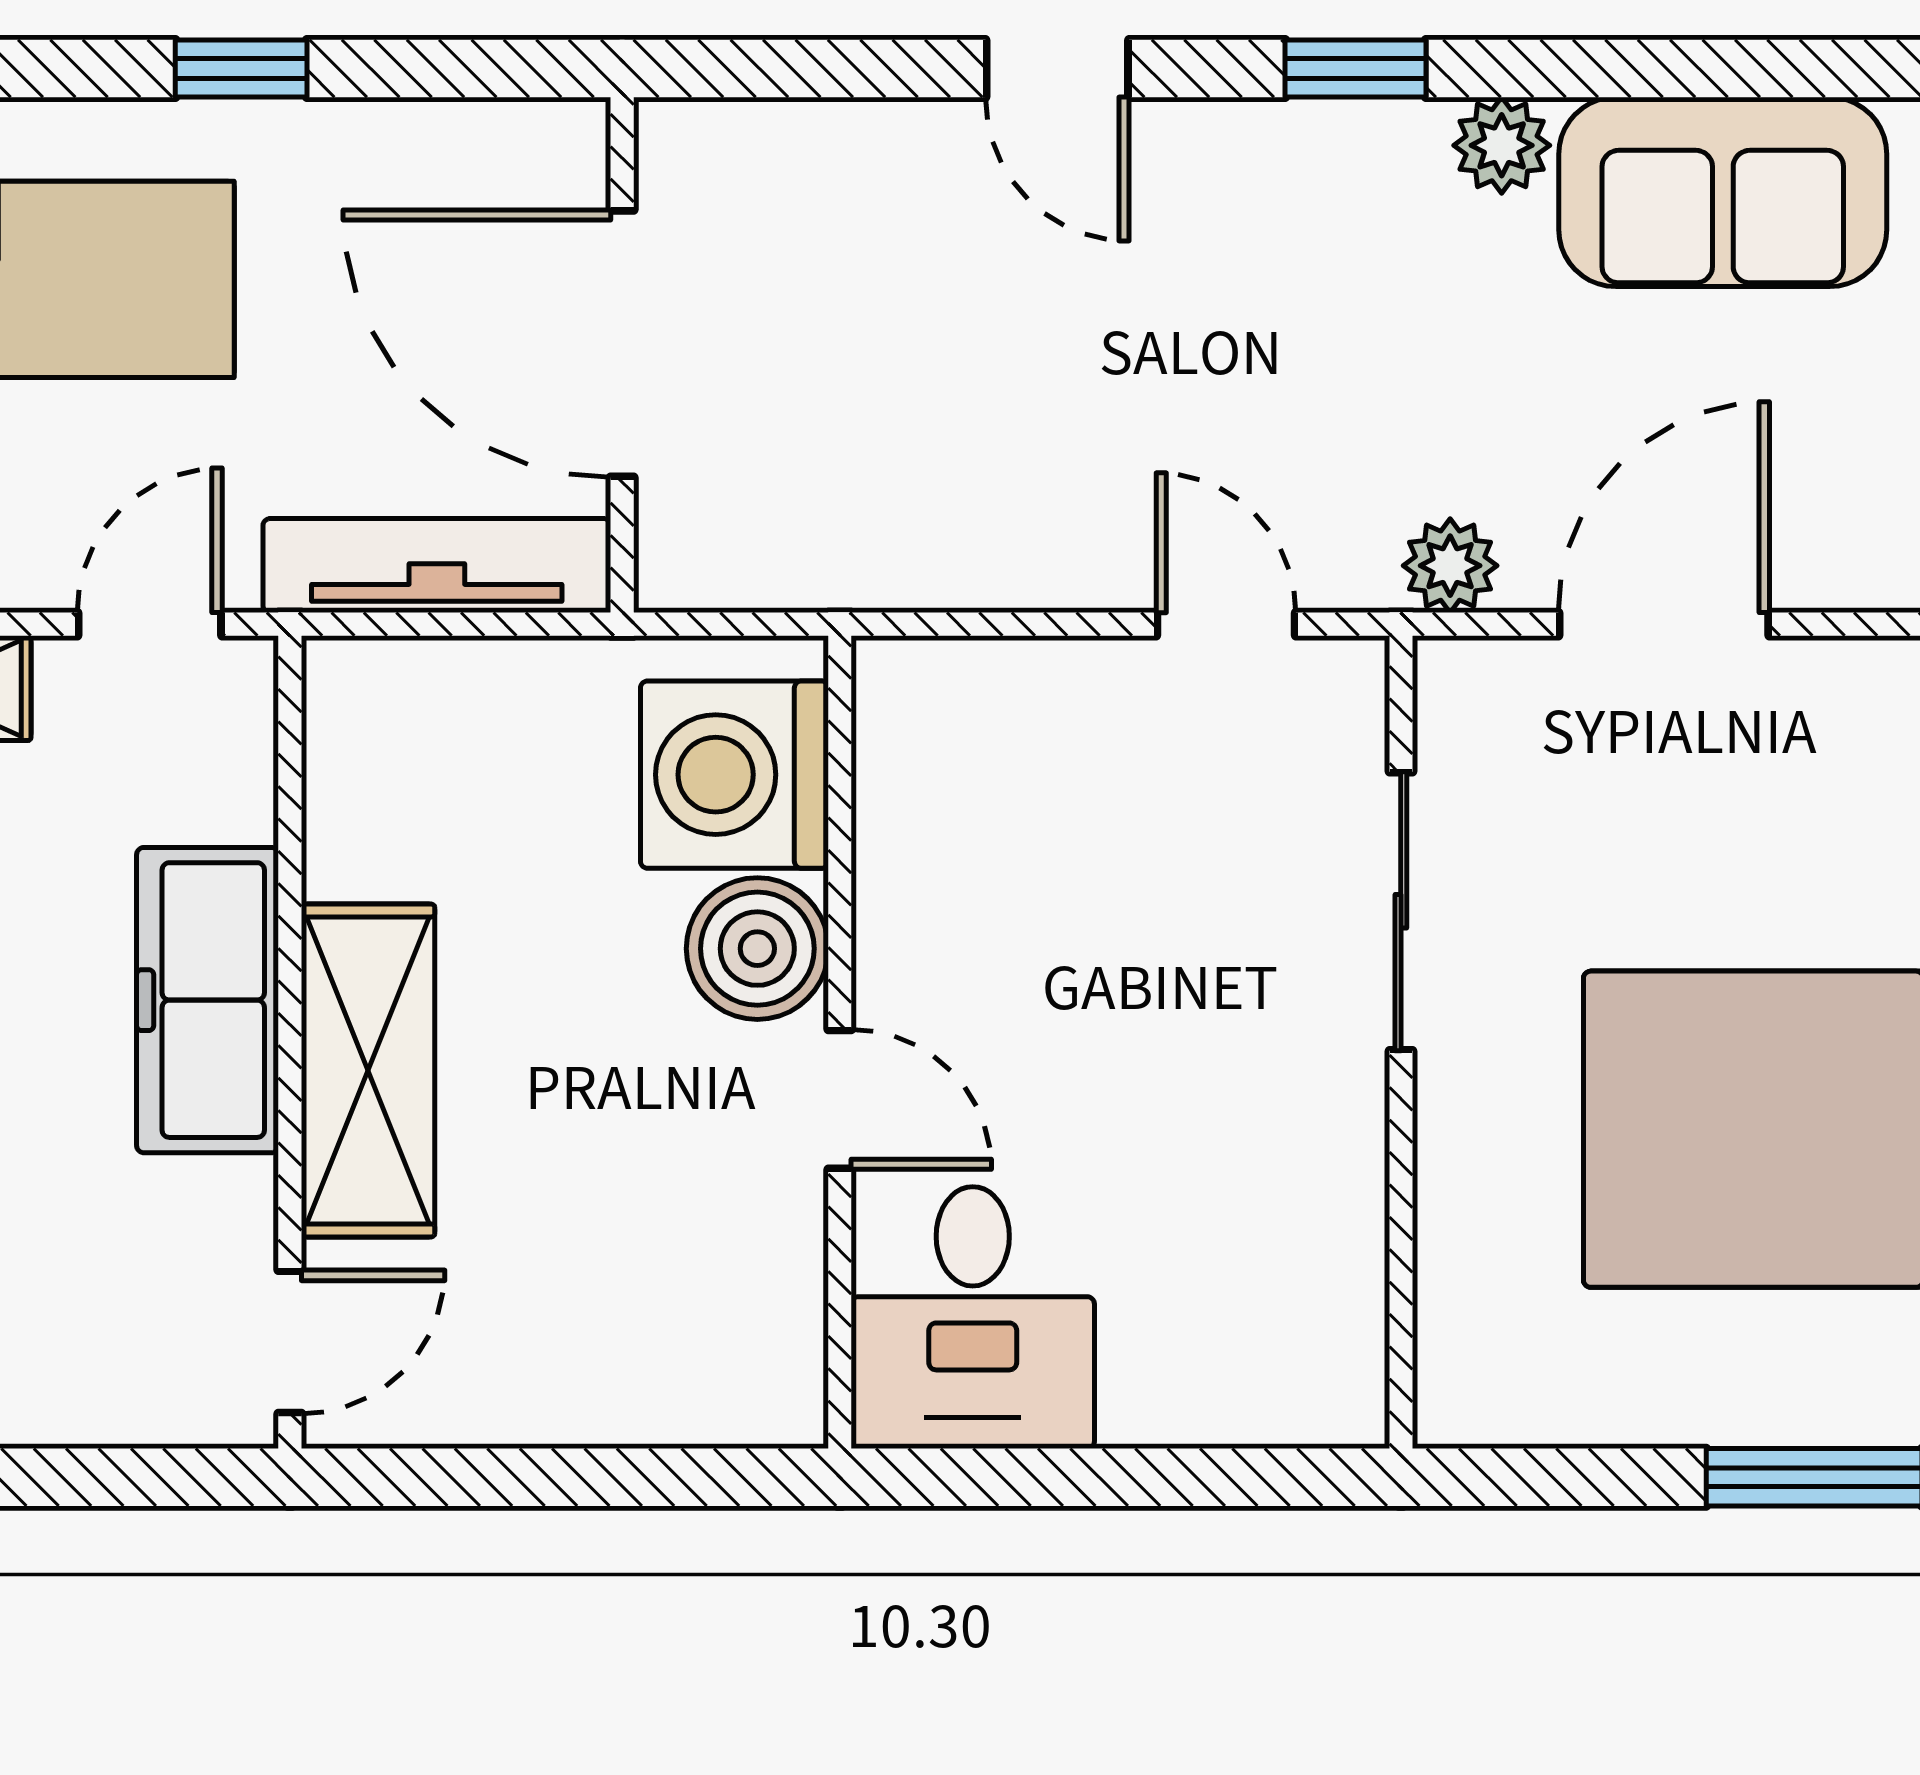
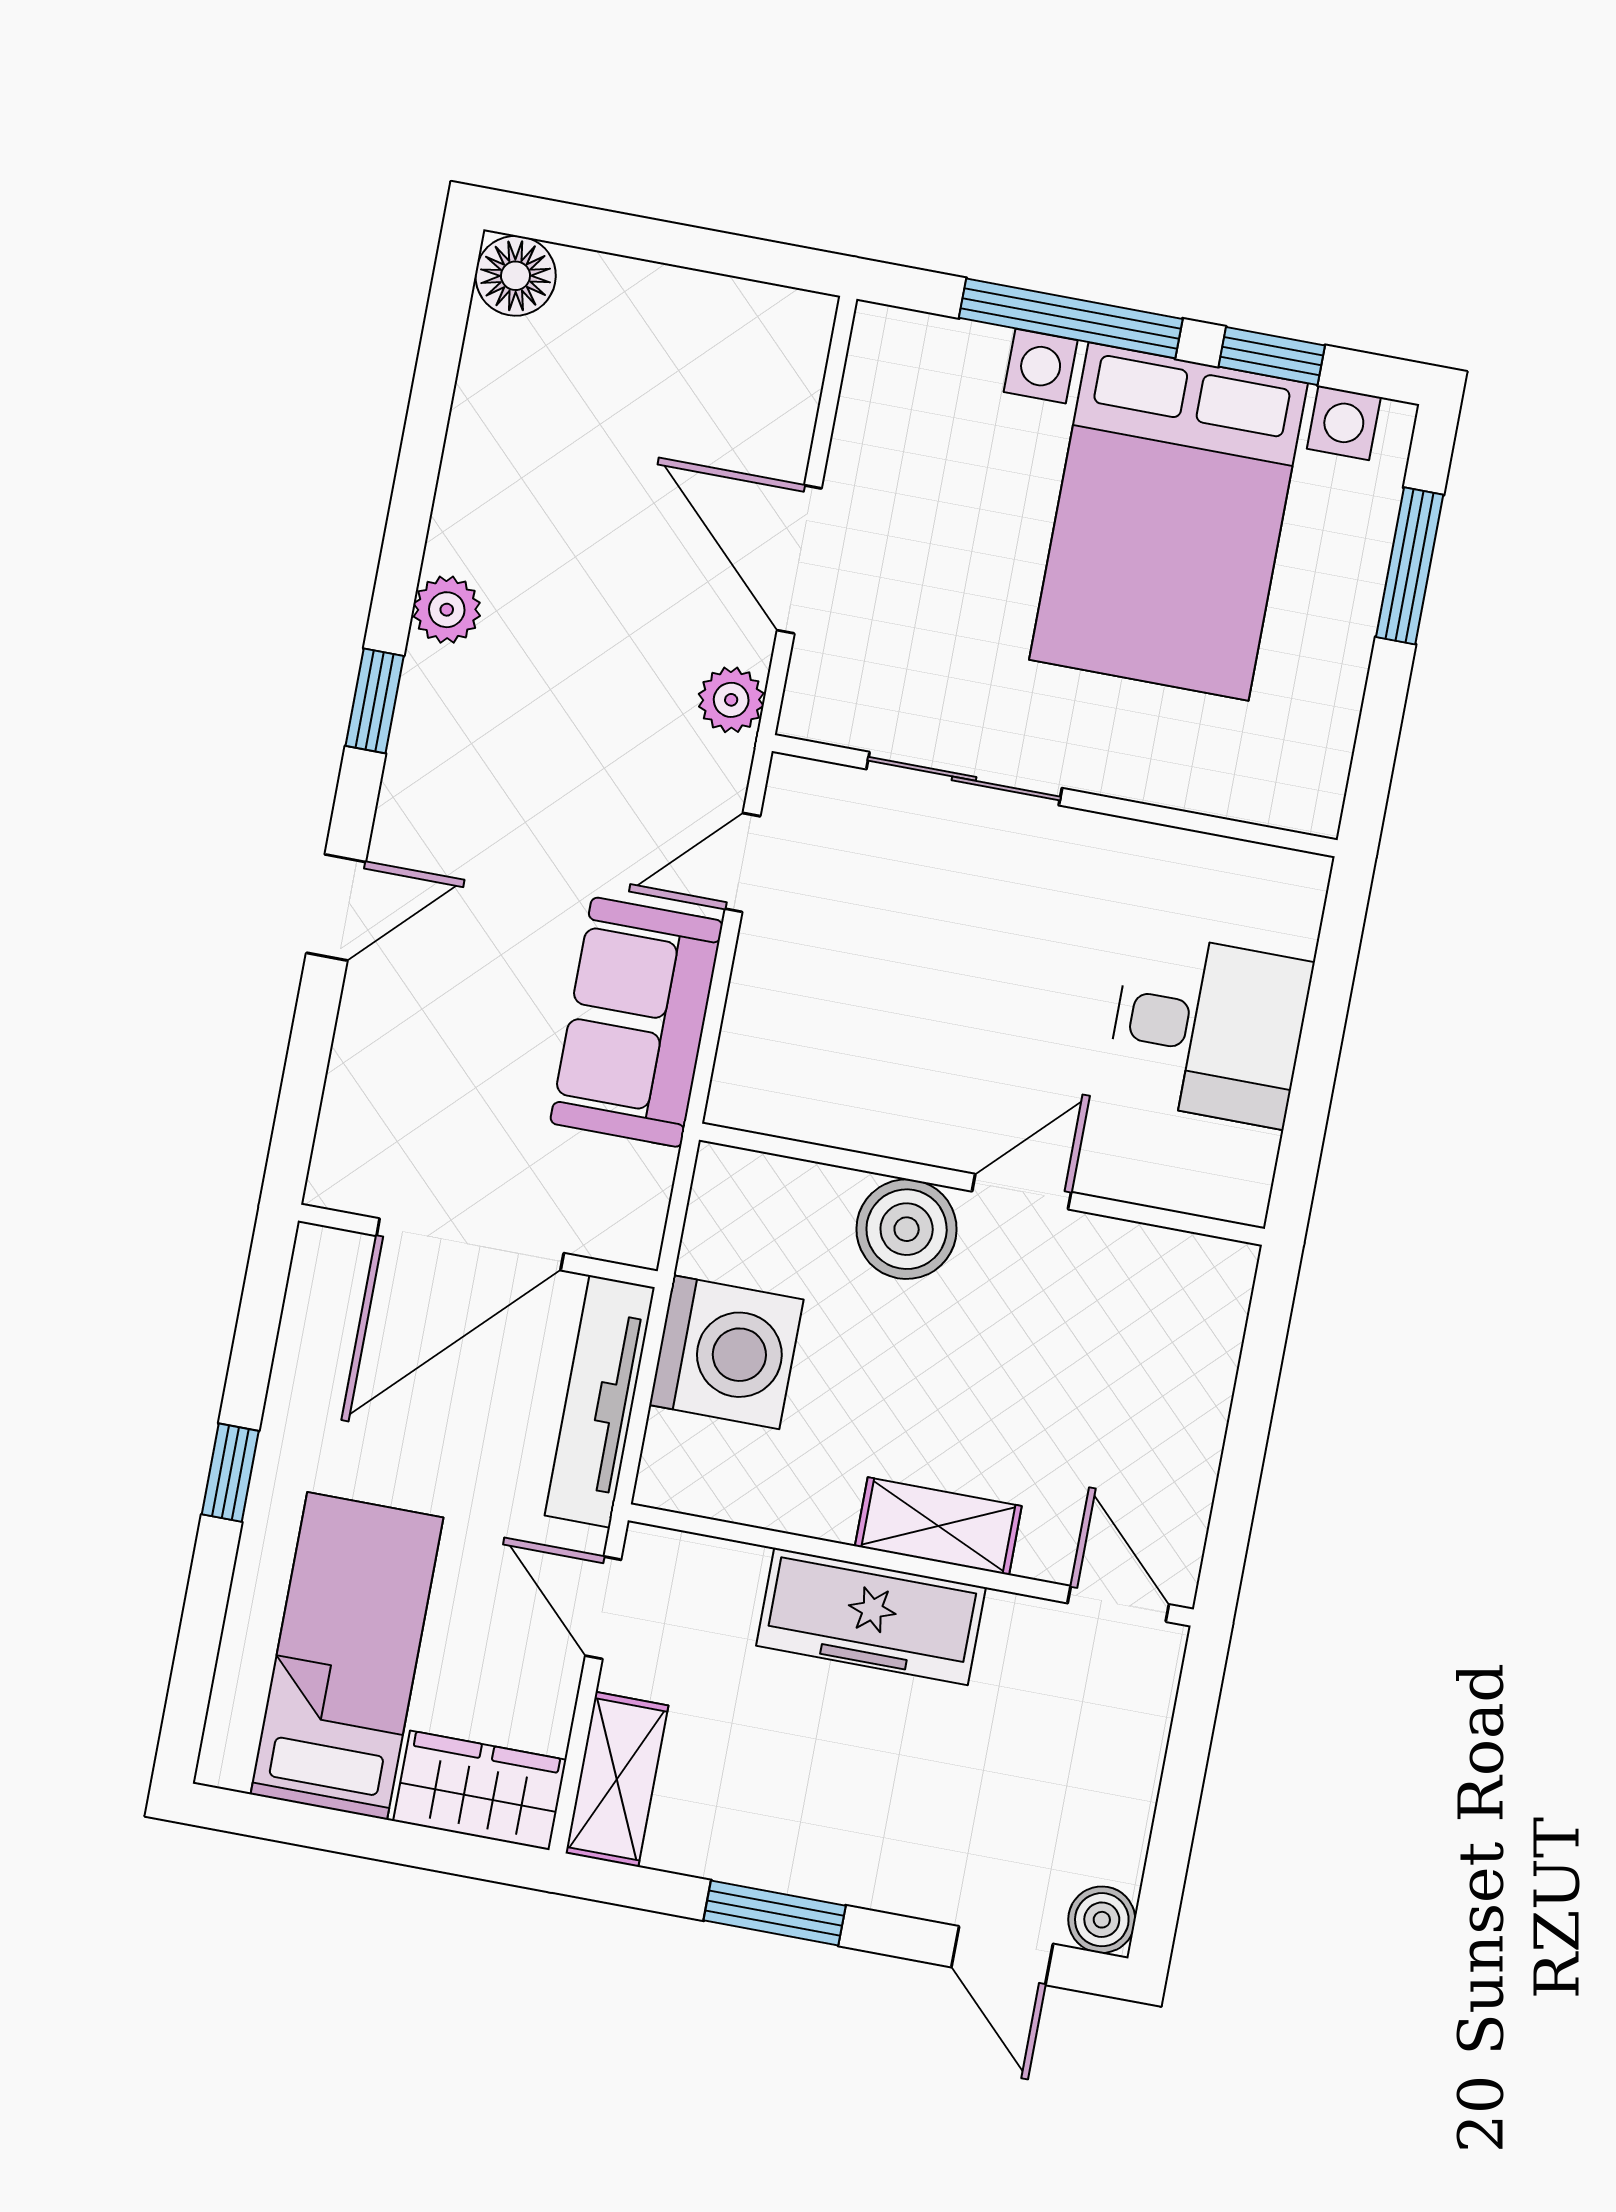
sofa: (1723, 192) -> (637, 1022), moved, turned 180
washing machine: (734, 775) -> (726, 1352), moved, turned -90
shelving: (368, 1070) -> (938, 1526), width x0.67, depth x0.75
desk: (973, 1318) -> (1208, 1029), moved

